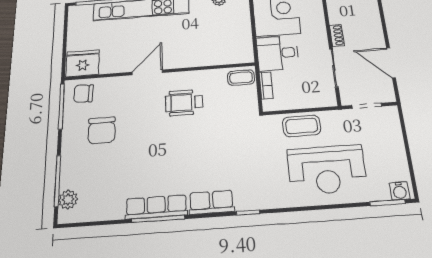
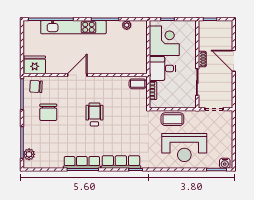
door: (391, 63) -> (234, 61), moved
wheelchair: (184, 103) -> (94, 115), moved, turned 90
row of seats: (211, 202) -> (121, 162), width x1.48

